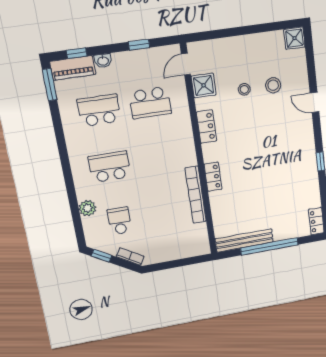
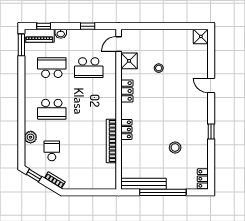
stool: (273, 85) -> (175, 147), moved
school desk: (110, 167) -> (52, 109), turned 180

